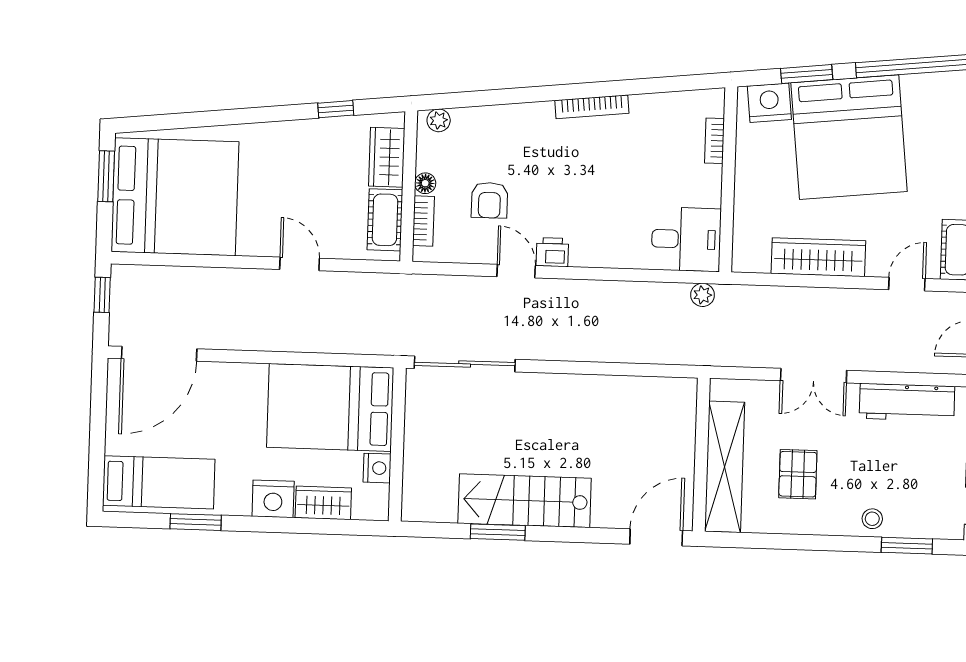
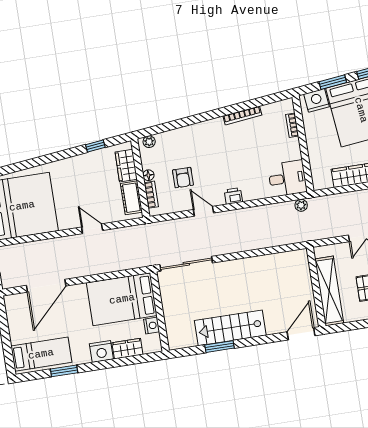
bookcase: (592, 107) -> (242, 115), moved
printer: (552, 252) -> (233, 196), moved
door: (159, 354) -> (46, 286), moved

